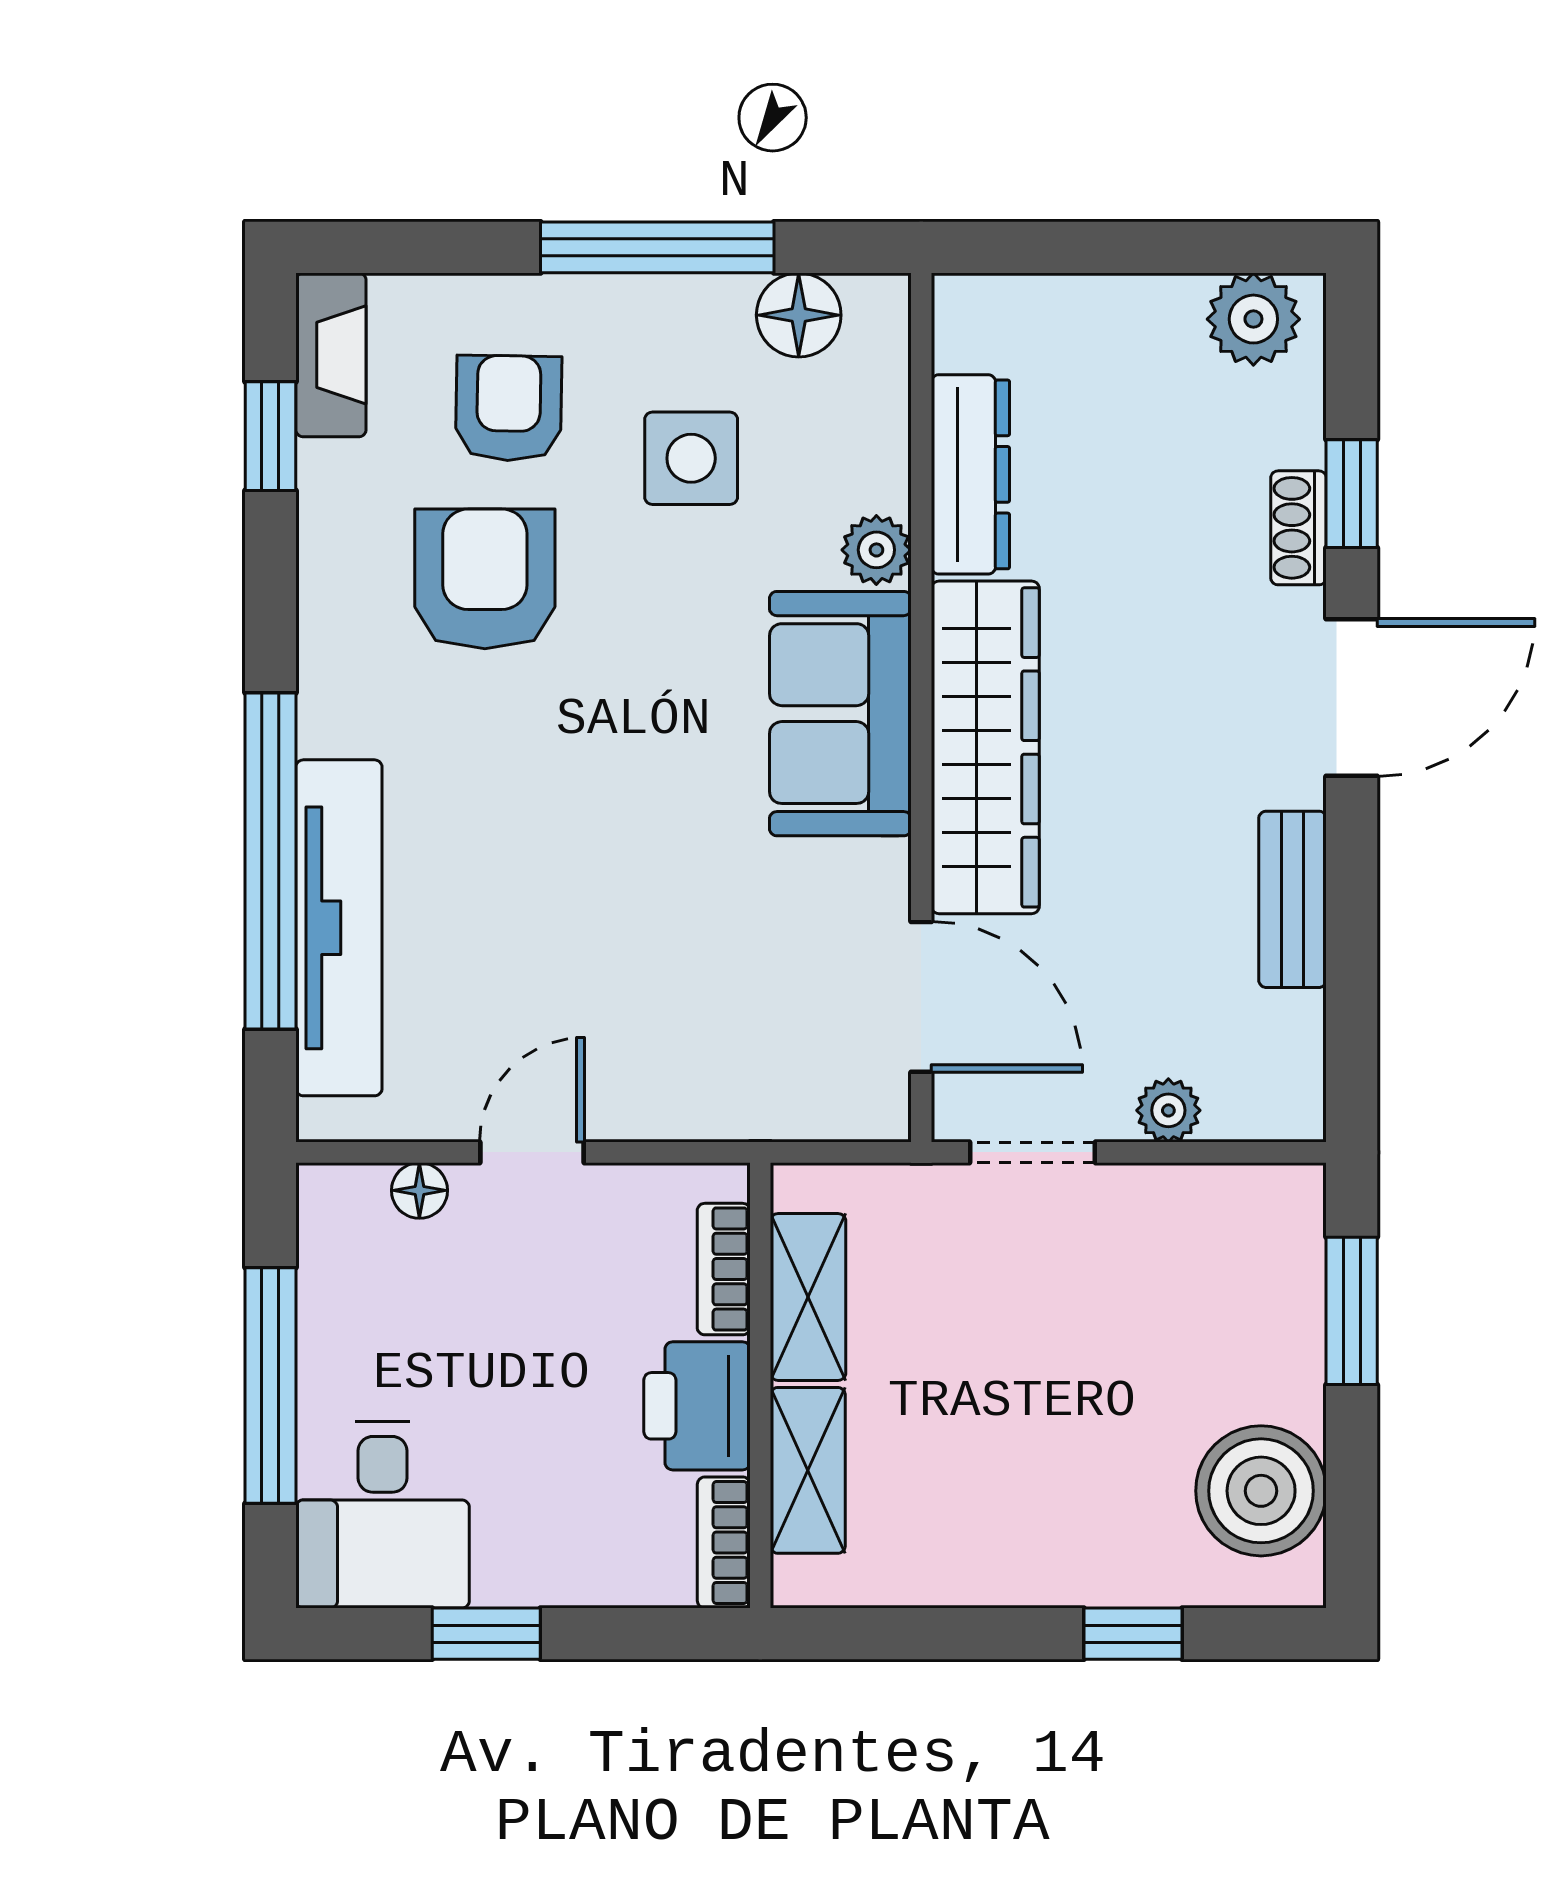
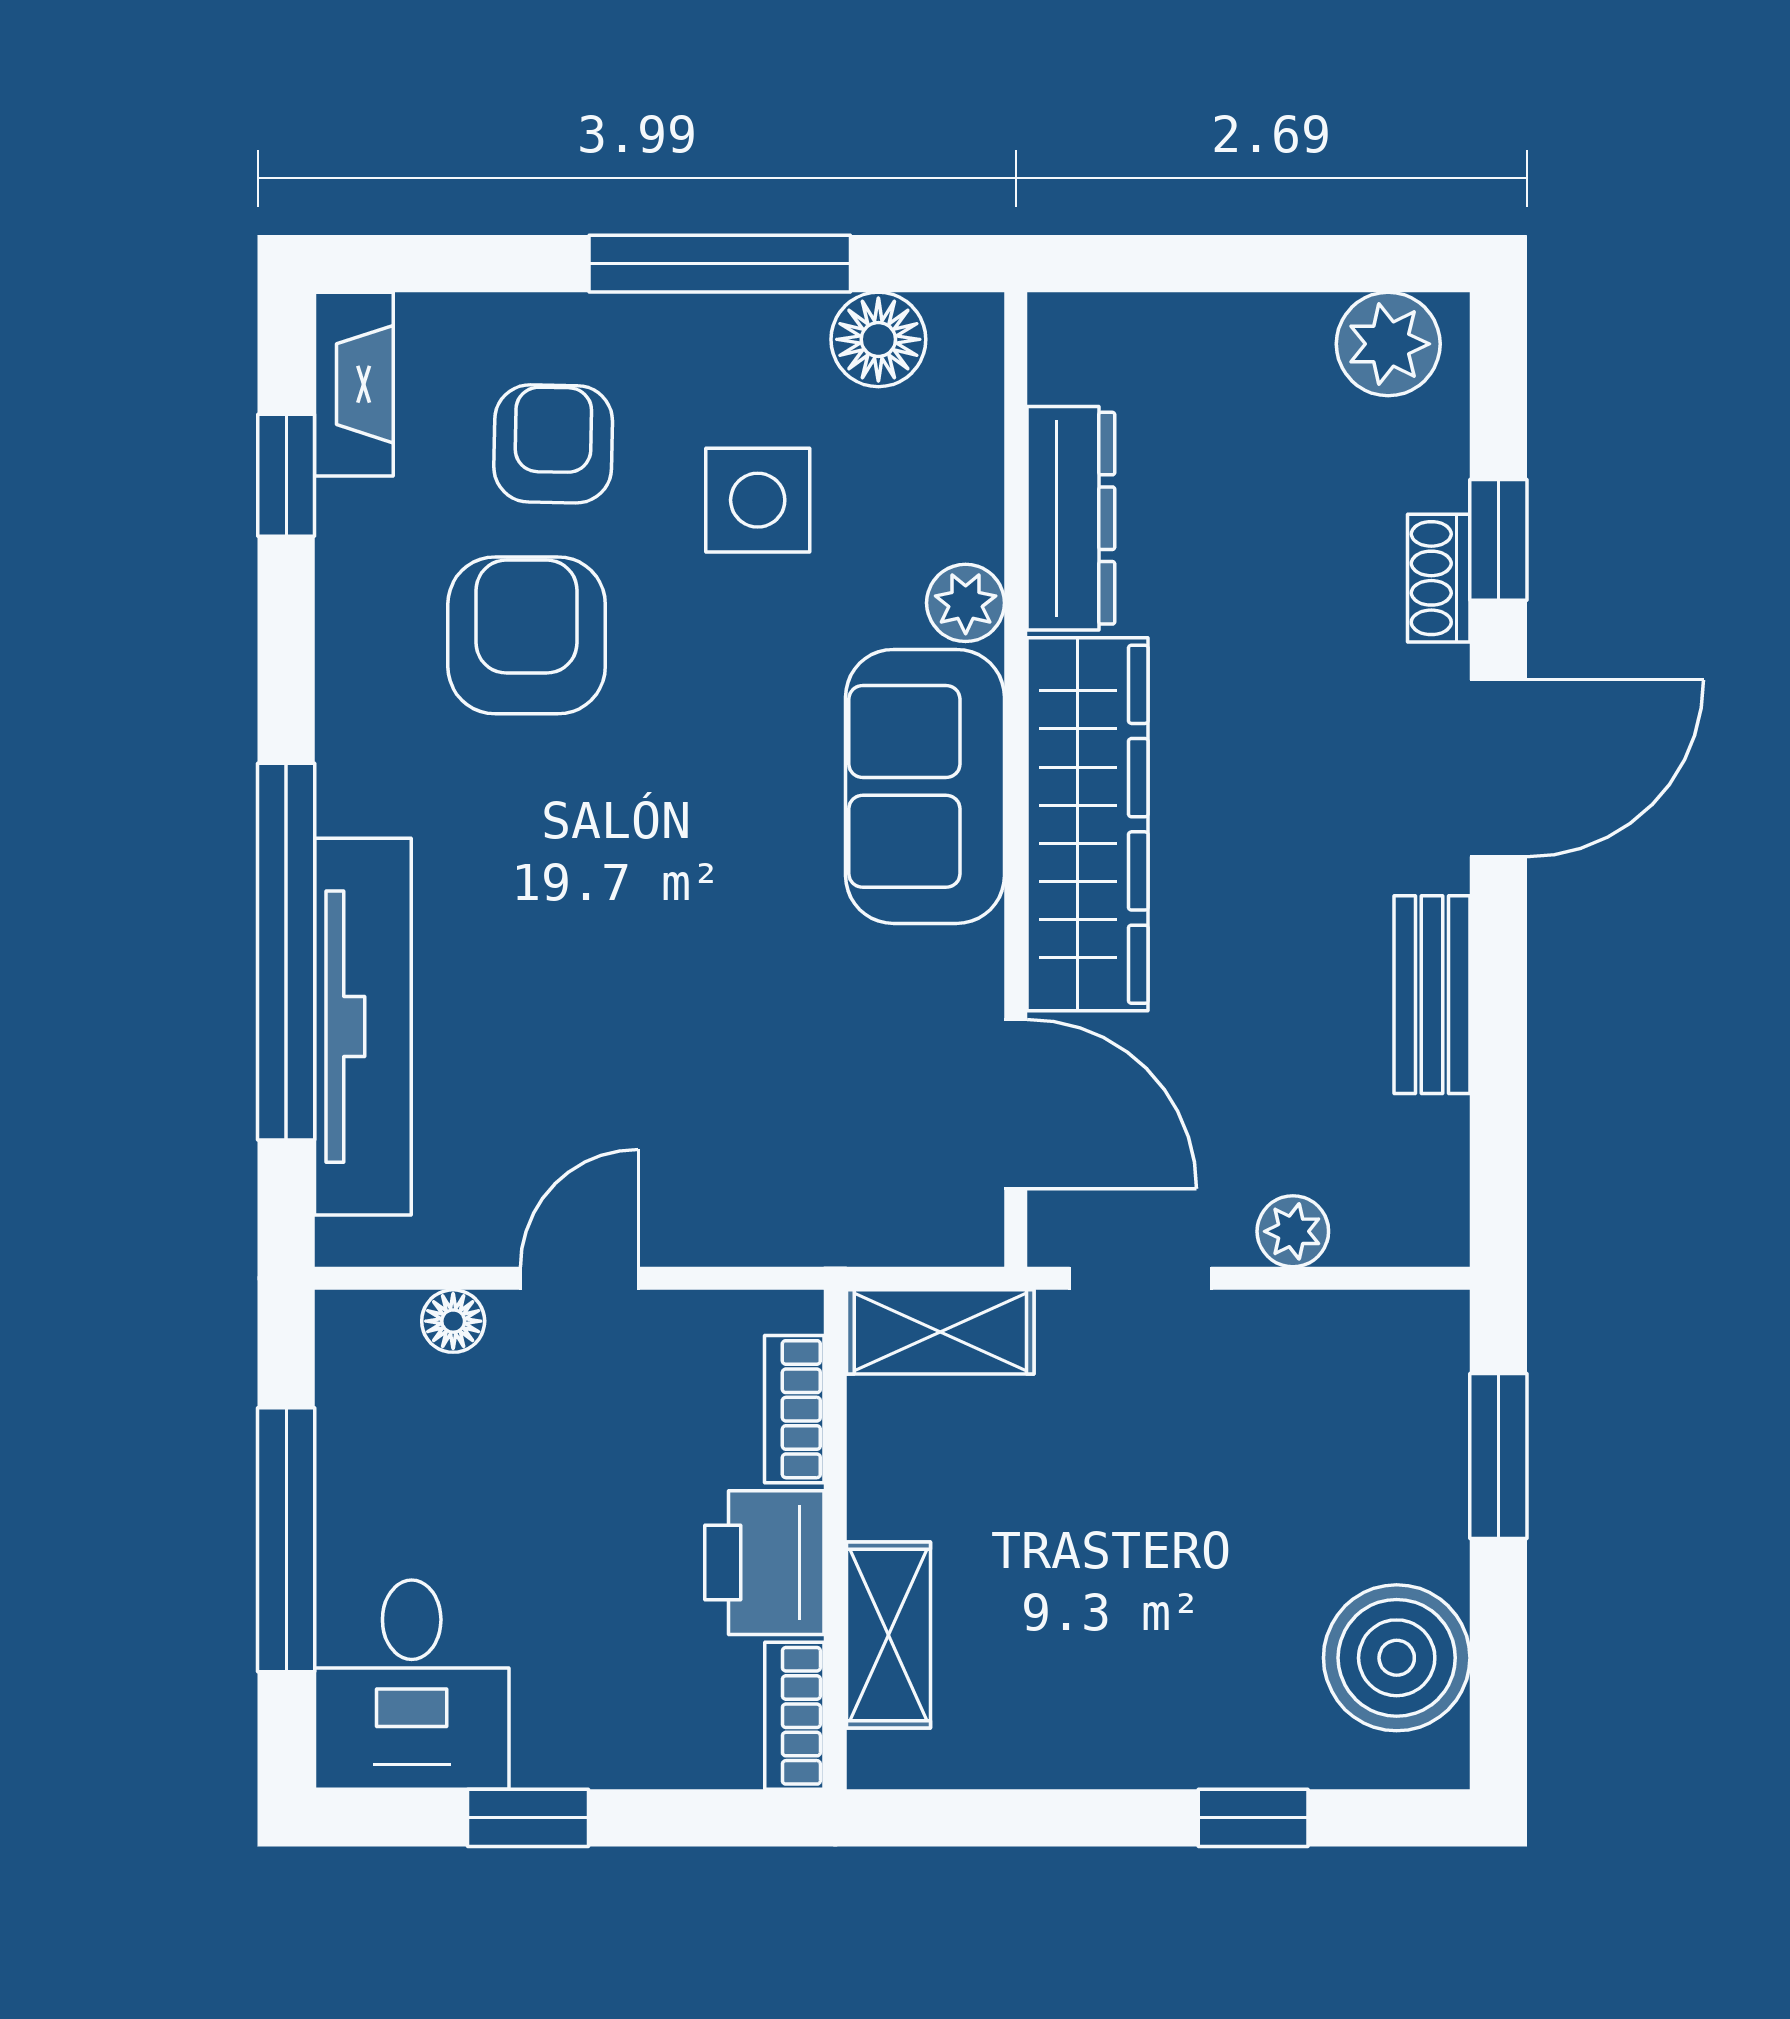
shelving: (808, 1297) -> (940, 1332), moved, turned 90

